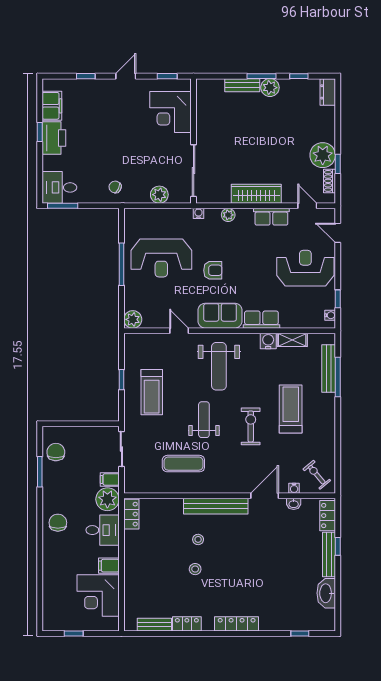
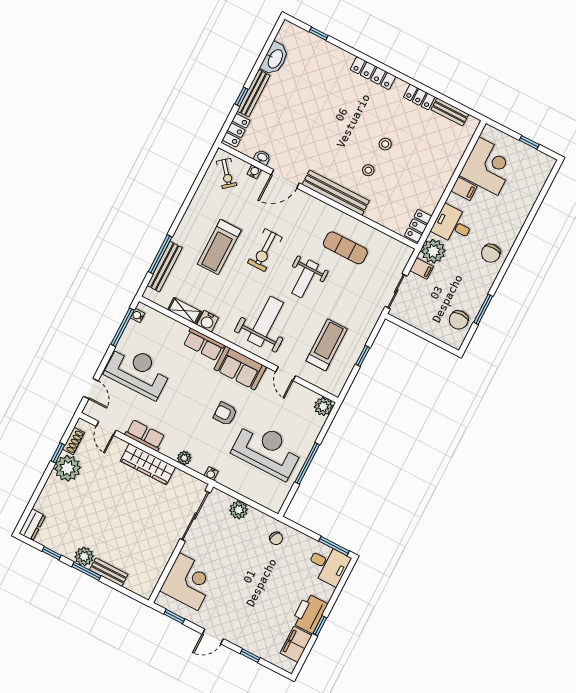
reception desk: (305, 268) -> (138, 371), turned 180
window: (338, 299) -> (123, 327), width x2.17
treadmill: (152, 392) -> (327, 345), moved

